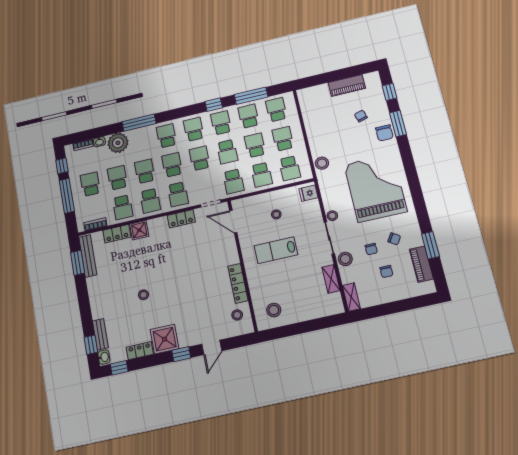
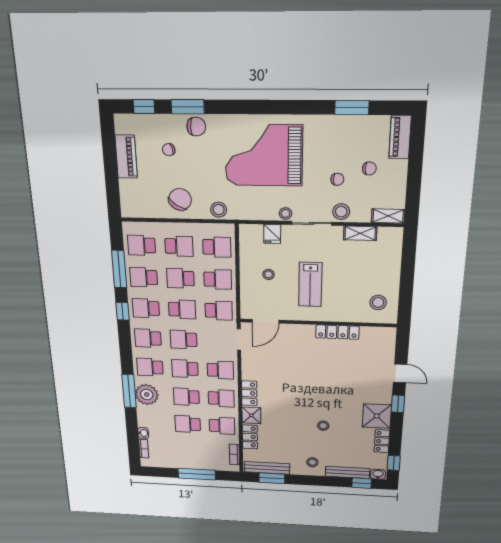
school desk: (283, 139) -> (179, 246), turned 180
plant: (118, 143) -> (147, 395), moved
window: (62, 166) -> (163, 472), removed
school desk: (90, 184) -> (189, 451), removed
fridge: (308, 193) -> (272, 234), moved
locker: (181, 219) -> (249, 393), moved
chair: (394, 239) -> (180, 199), moved, width x1.87, depth x1.87
piano: (421, 264) -> (400, 137), moved, turned 90
stool: (237, 315) -> (312, 462), moved
bench: (100, 334) -> (348, 472), width x1.36

